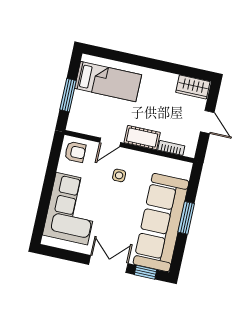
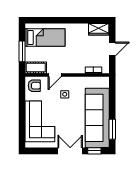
door: (207, 122) -> (112, 49), hinge flipped
cot: (142, 138) -> (36, 68), moved
window: (186, 218) -> (112, 129), moved

